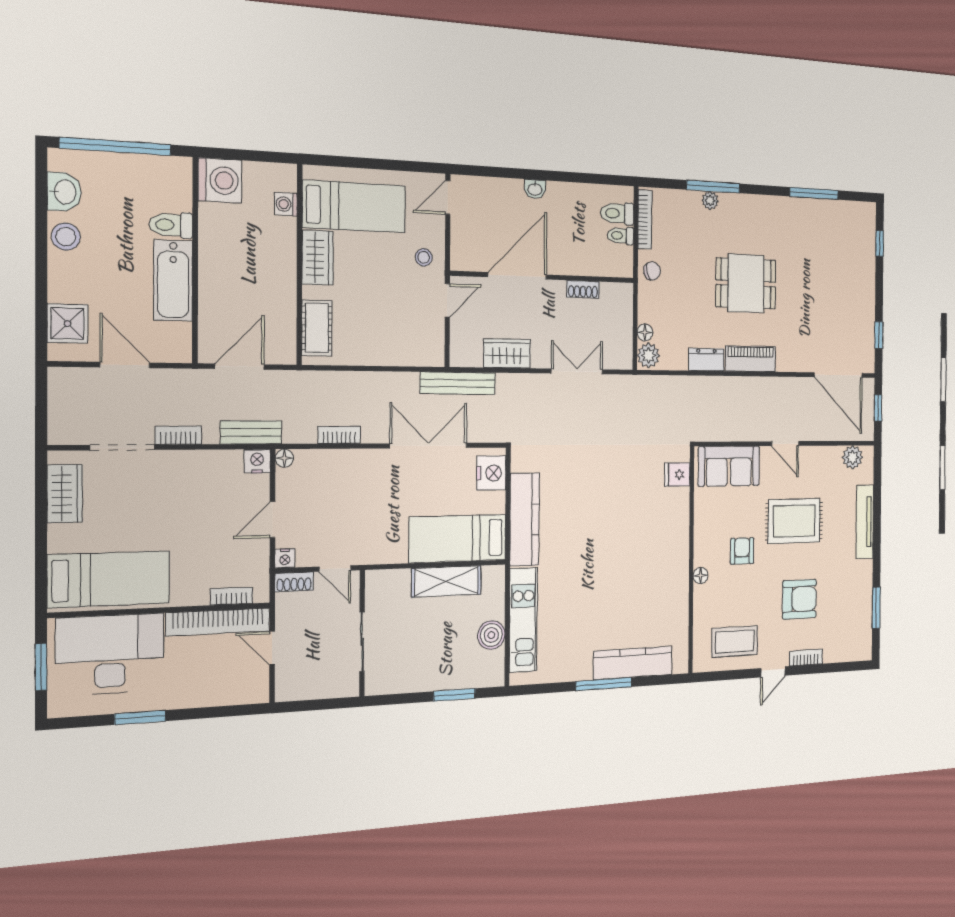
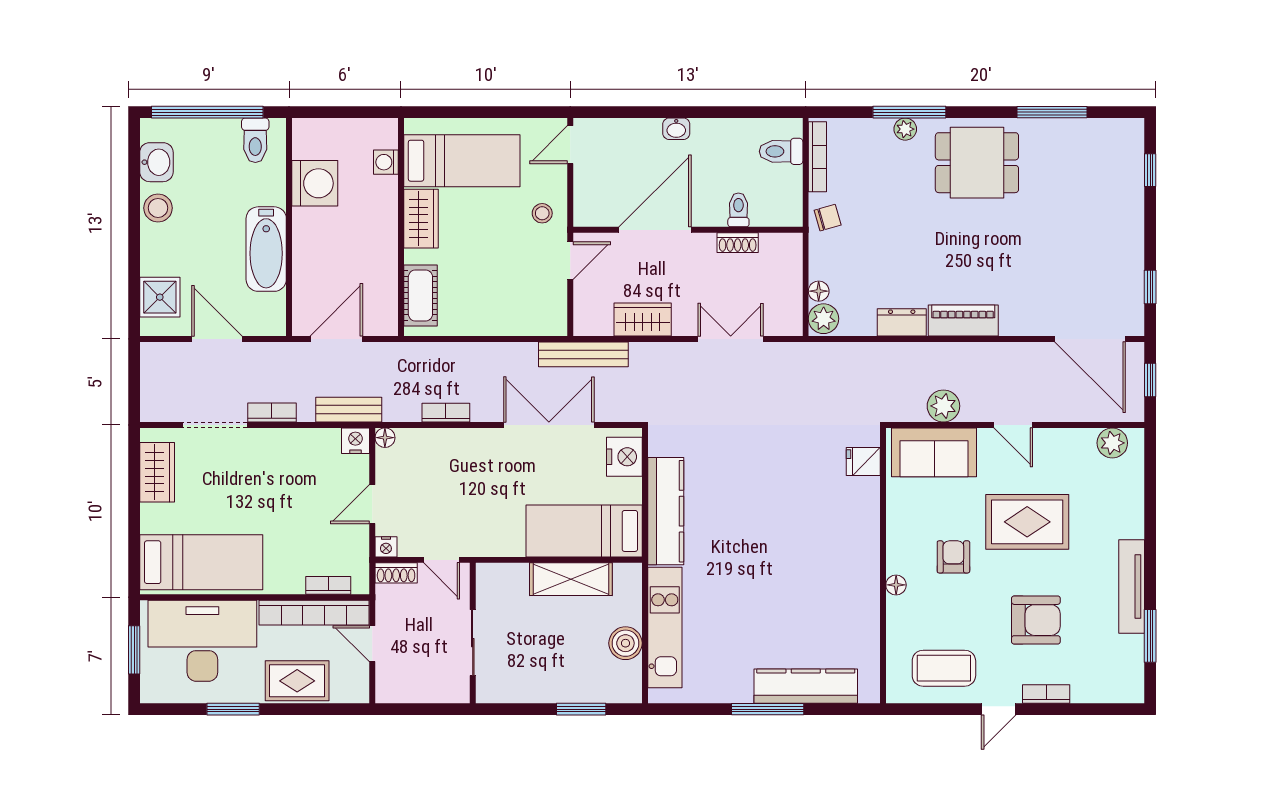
washing machine: (220, 180) -> (315, 183), moved
toilet: (171, 225) -> (255, 140), moved, turned -90
toilet: (621, 236) -> (738, 210), moved, turned 90
dining table: (746, 283) -> (977, 163), moved
plant: (736, 428) -> (943, 406), added
tv unit: (865, 522) -> (1132, 586), moved
rug: (202, 687) -> (297, 681), added

